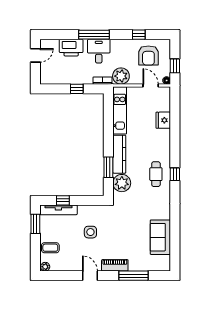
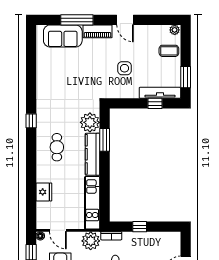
cafe table: (156, 174) -> (57, 147), moved
window: (175, 174) -> (31, 121), moved
sofa: (160, 237) -> (63, 36), moved, turned 90

